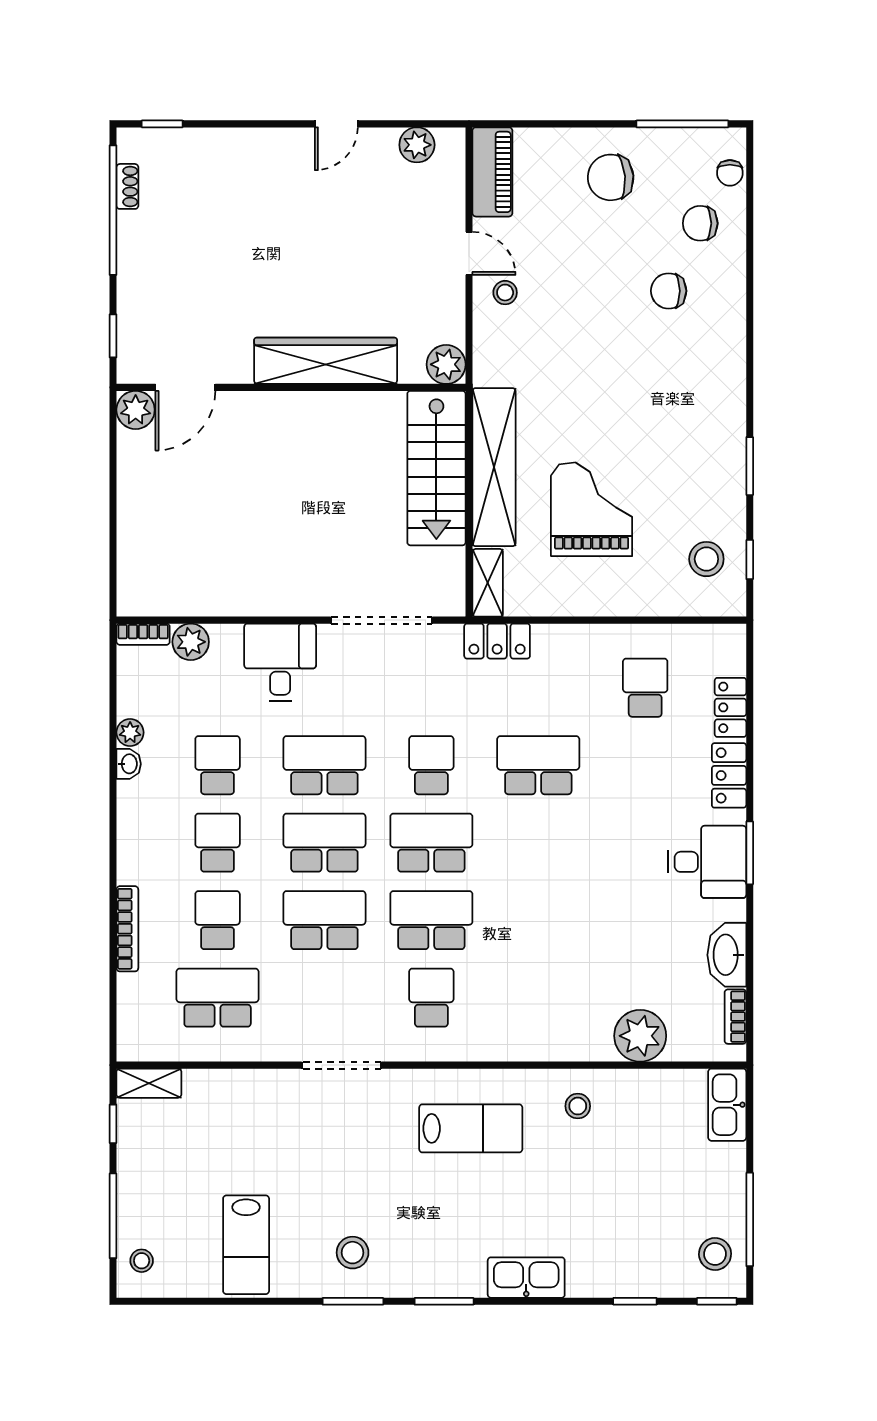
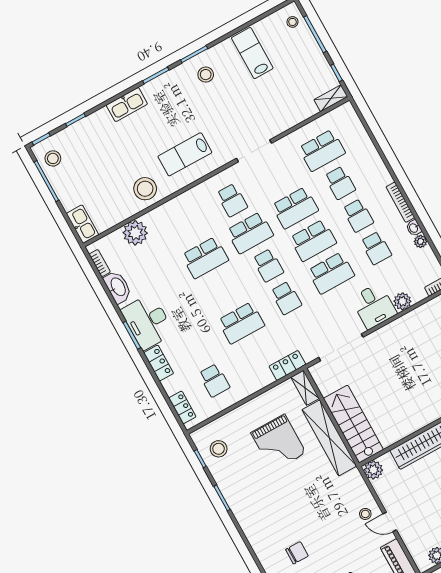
plant: (191, 642) -> (402, 301), moved
locker: (731, 707) -> (182, 407), moved
school desk: (431, 843) -> (268, 265), width x0.54
desk: (707, 862) -> (148, 322), width x1.37
school desk: (538, 920) -> (205, 258), added
bookcase: (127, 929) -> (400, 202), moved
stool: (578, 1106) -> (145, 189), width x1.89, depth x1.89

